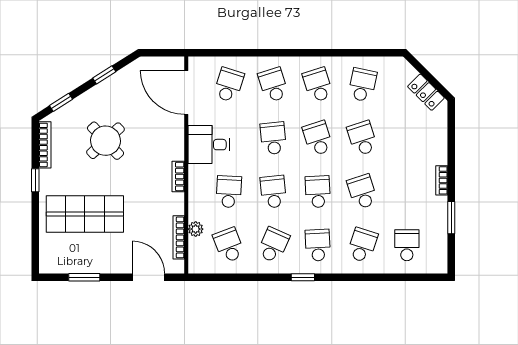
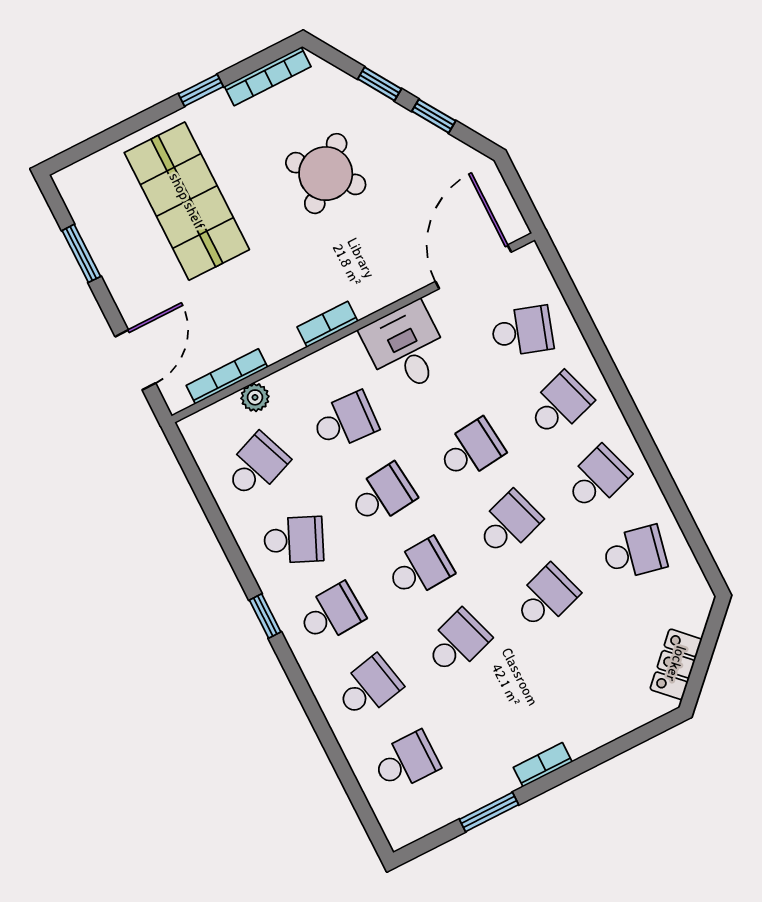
window: (61, 102) -> (380, 84), moved
school desk: (362, 245) -> (369, 687), turned -30

